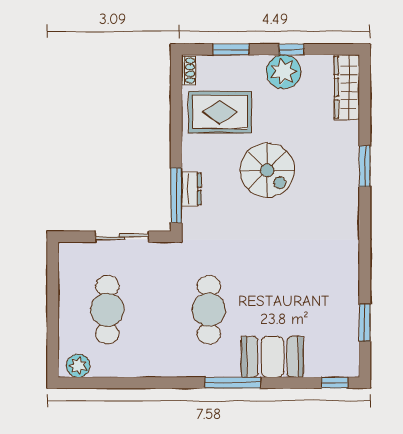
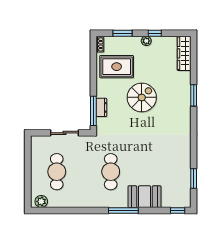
plant: (284, 72) -> (146, 41), width x0.53, depth x0.53
spiral stairs: (267, 170) -> (142, 97), turned -90

